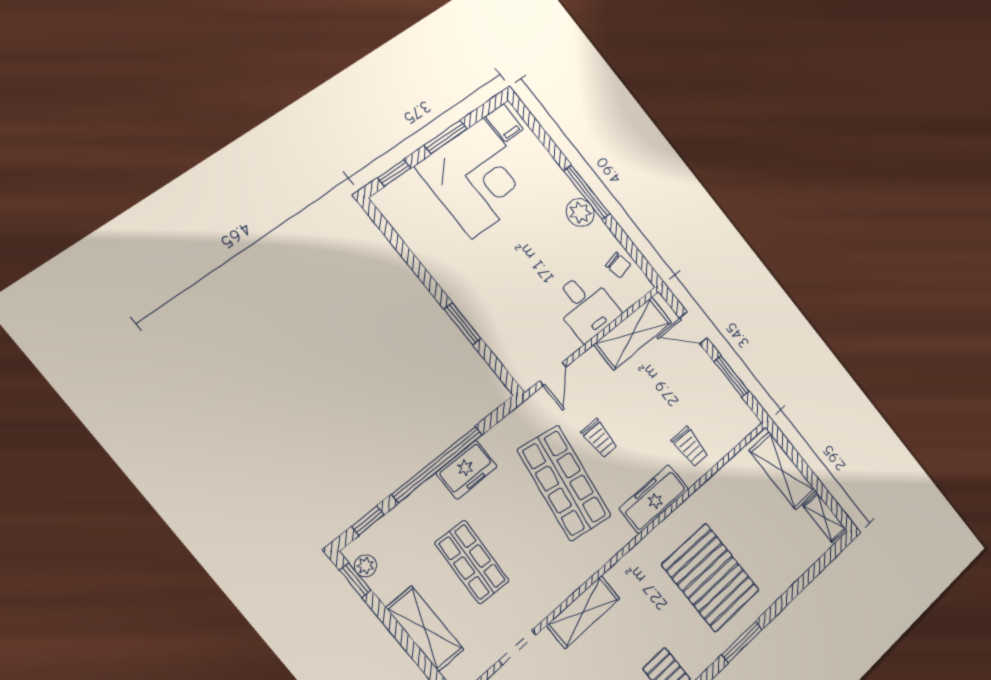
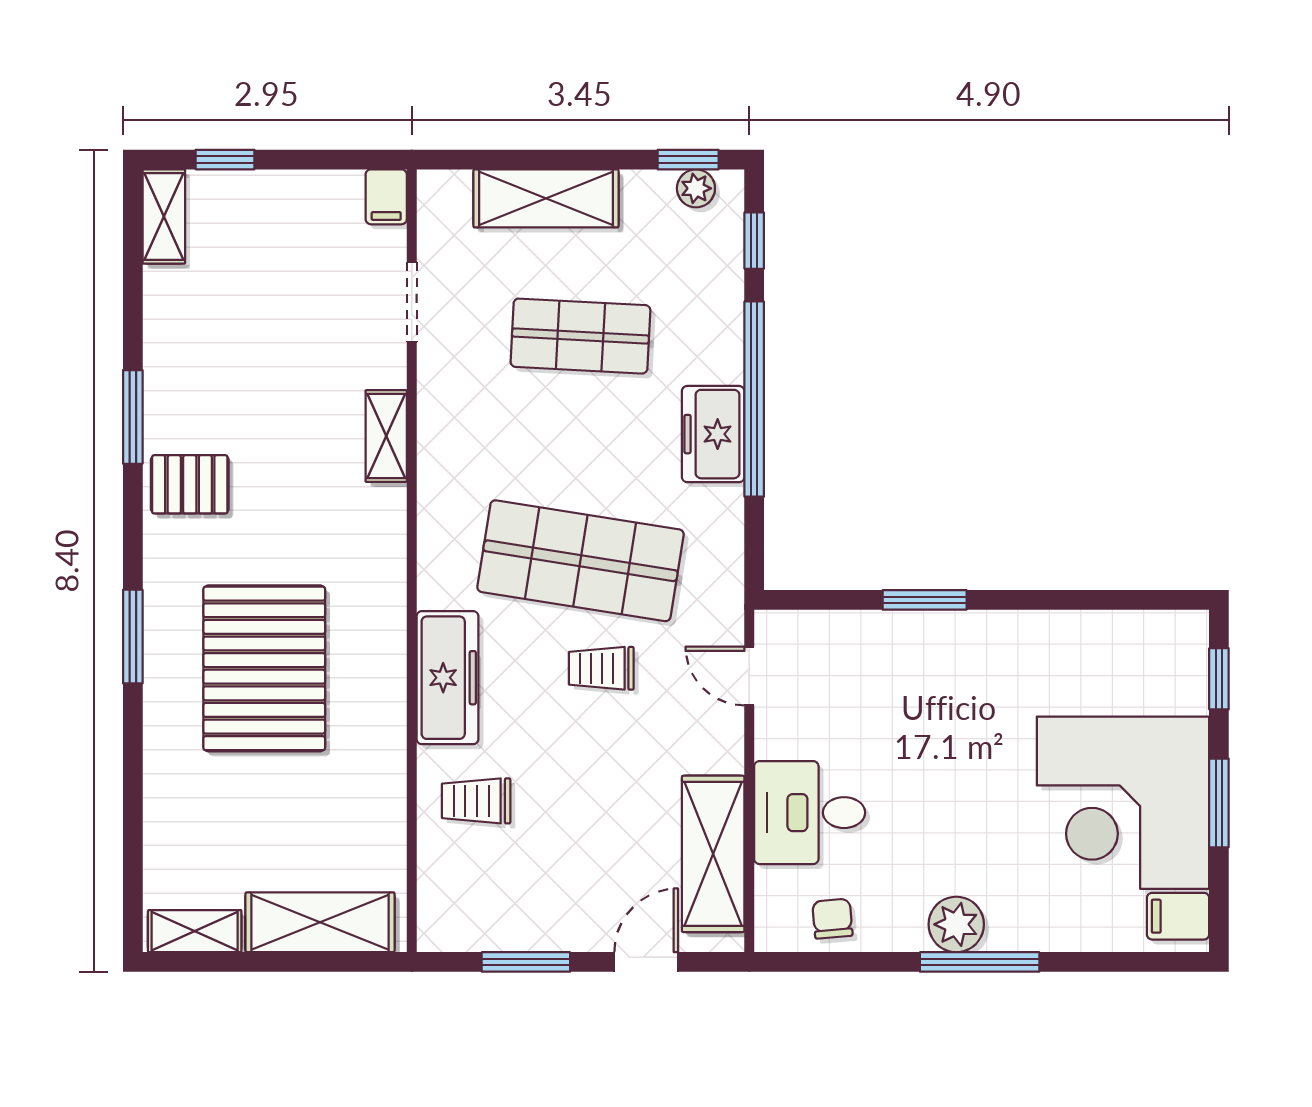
chair: (618, 265) -> (832, 919), turned 97
pallet: (711, 577) -> (264, 668), turned 90
shelving: (583, 612) -> (386, 436), width x0.67, depth x0.75

